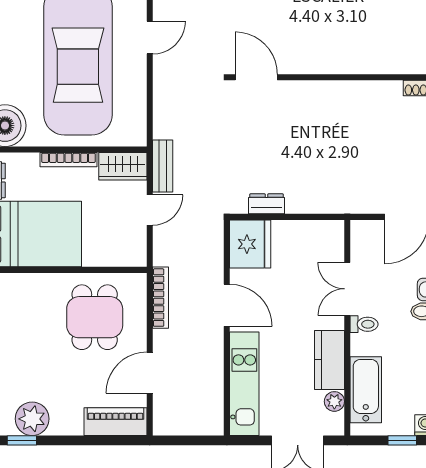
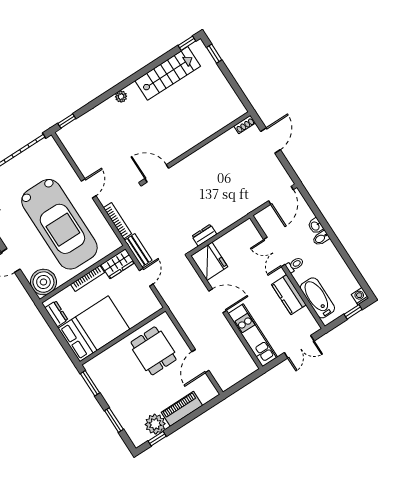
bookcase: (160, 298) -> (117, 221), moved
plant: (334, 401) -> (305, 314), removed
piano: (116, 422) -> (182, 409), moved

